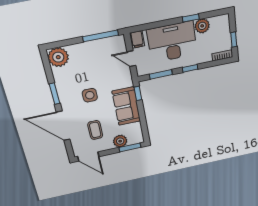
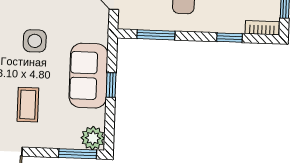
window: (190, 68) -> (229, 38), moved
window: (138, 93) -> (111, 85), moved
plant: (120, 141) -> (93, 138), moved

